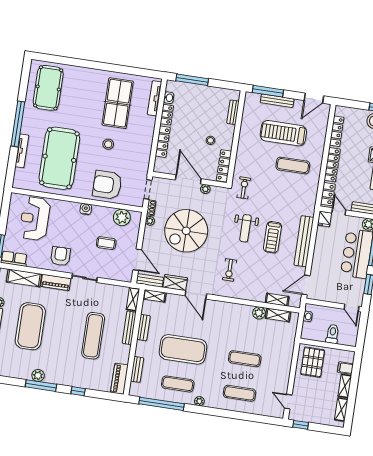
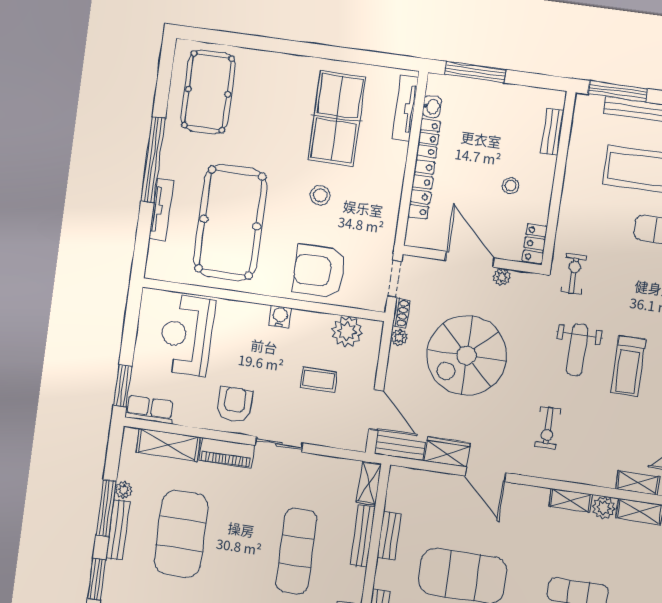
locker: (224, 166) -> (535, 244), width x0.66
shelving: (155, 296) -> (570, 500), moved

